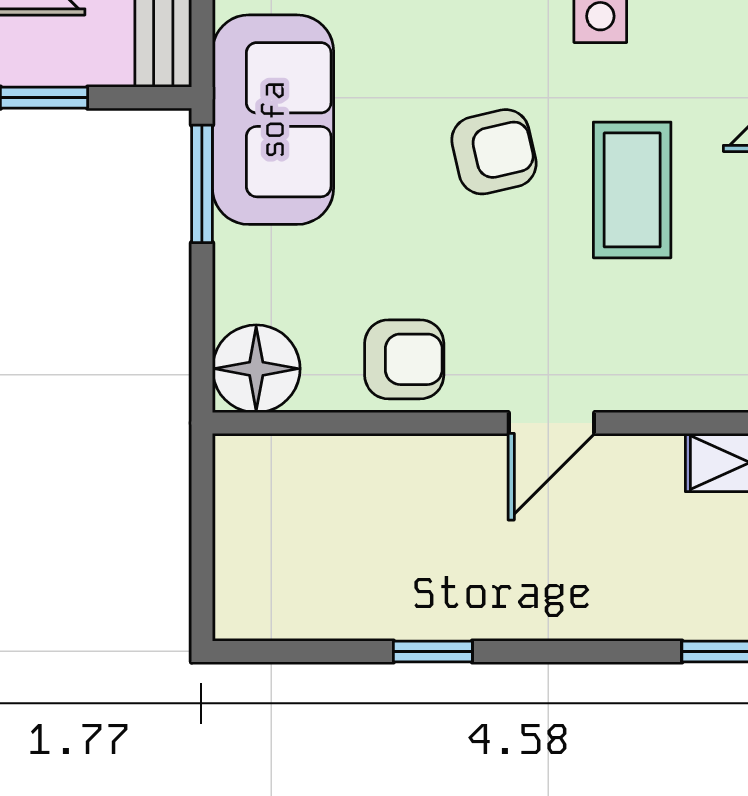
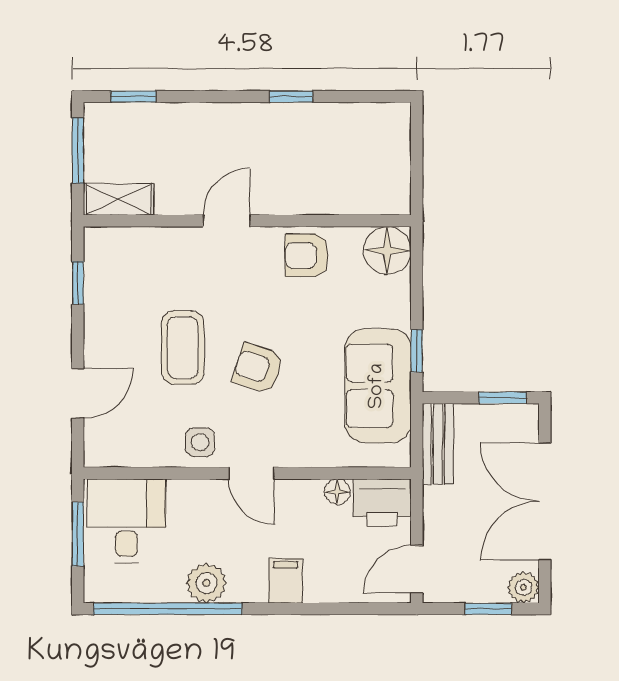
armchair: (494, 152) -> (258, 368), turned 31
window: (202, 184) -> (417, 351), width x0.67

